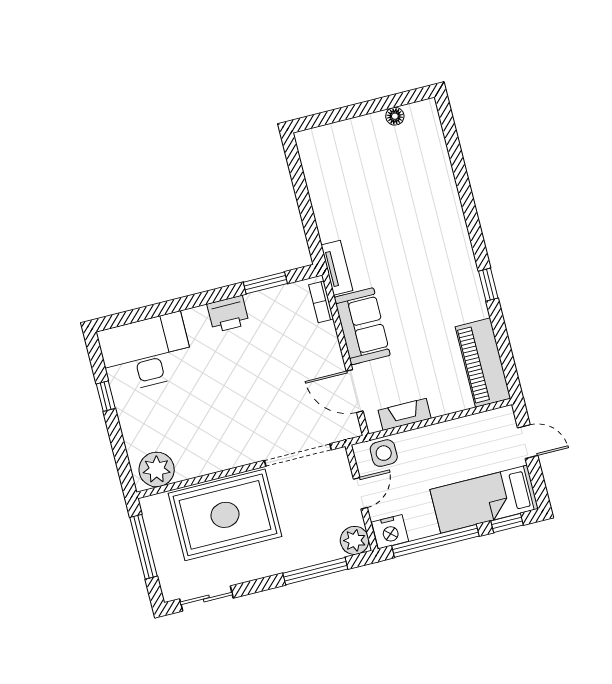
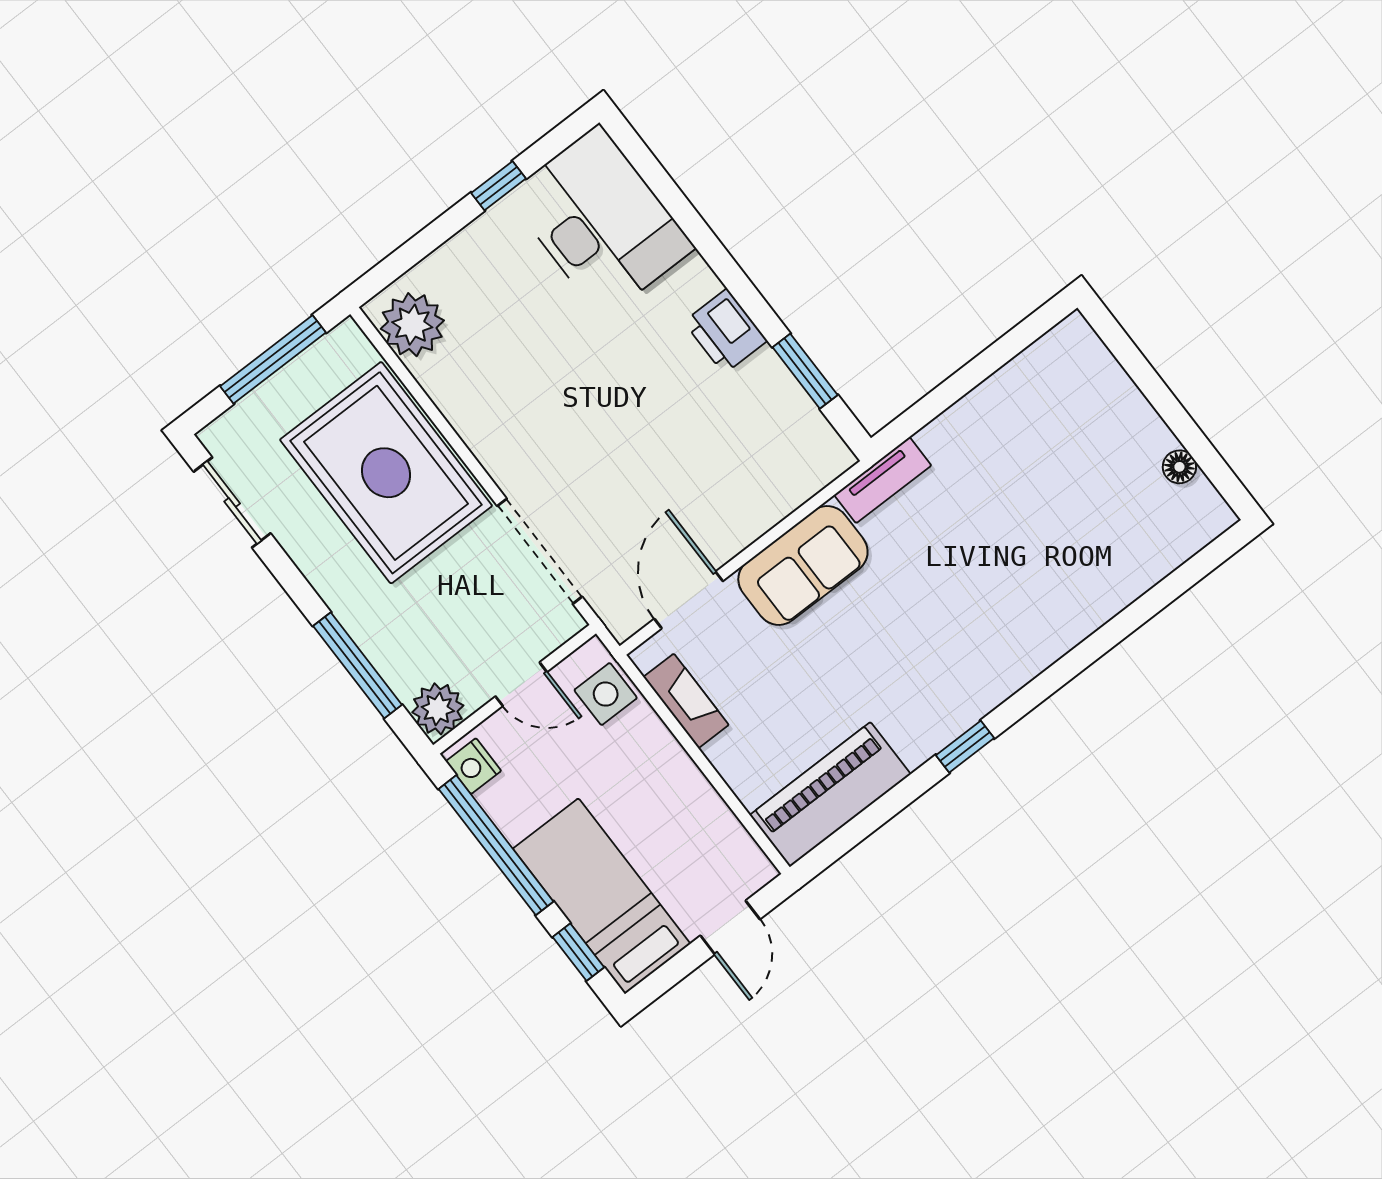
bookcase: (321, 302) -> (814, 479), removed
nightstand: (390, 532) -> (473, 766), width x0.74, depth x0.75

